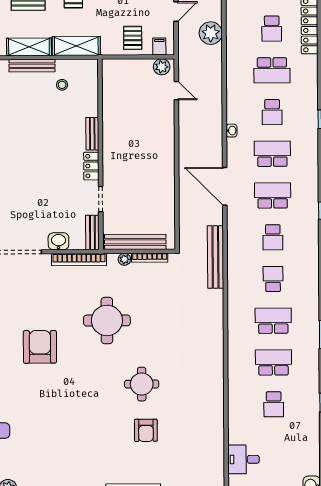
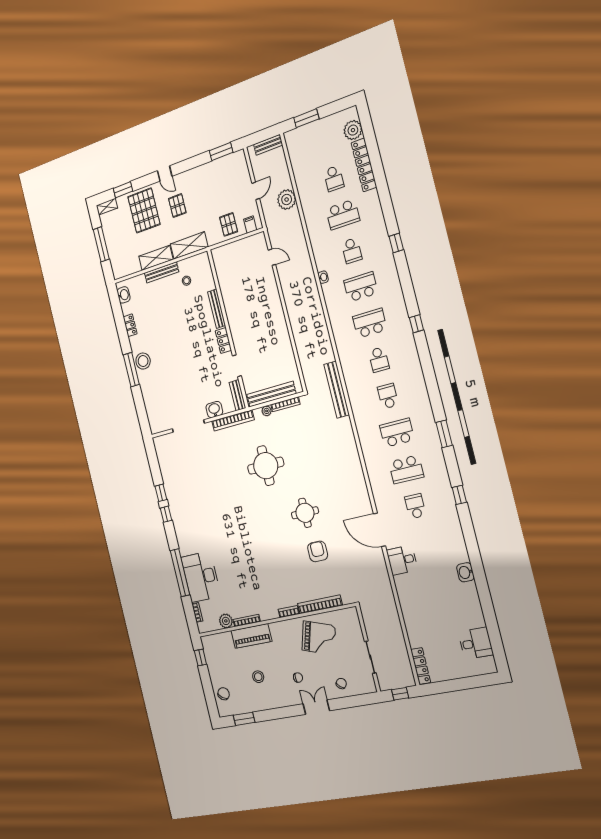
plant: (162, 67) -> (256, 241), removed
bench: (92, 134) -> (217, 309), width x1.36
door: (225, 186) -> (379, 530), moved
armchair: (40, 347) -> (221, 500), removed
school desk: (273, 362) -> (406, 469), turned 180
school desk: (274, 404) -> (415, 506), turned 180
armchair: (146, 430) -> (318, 551), turned 180

